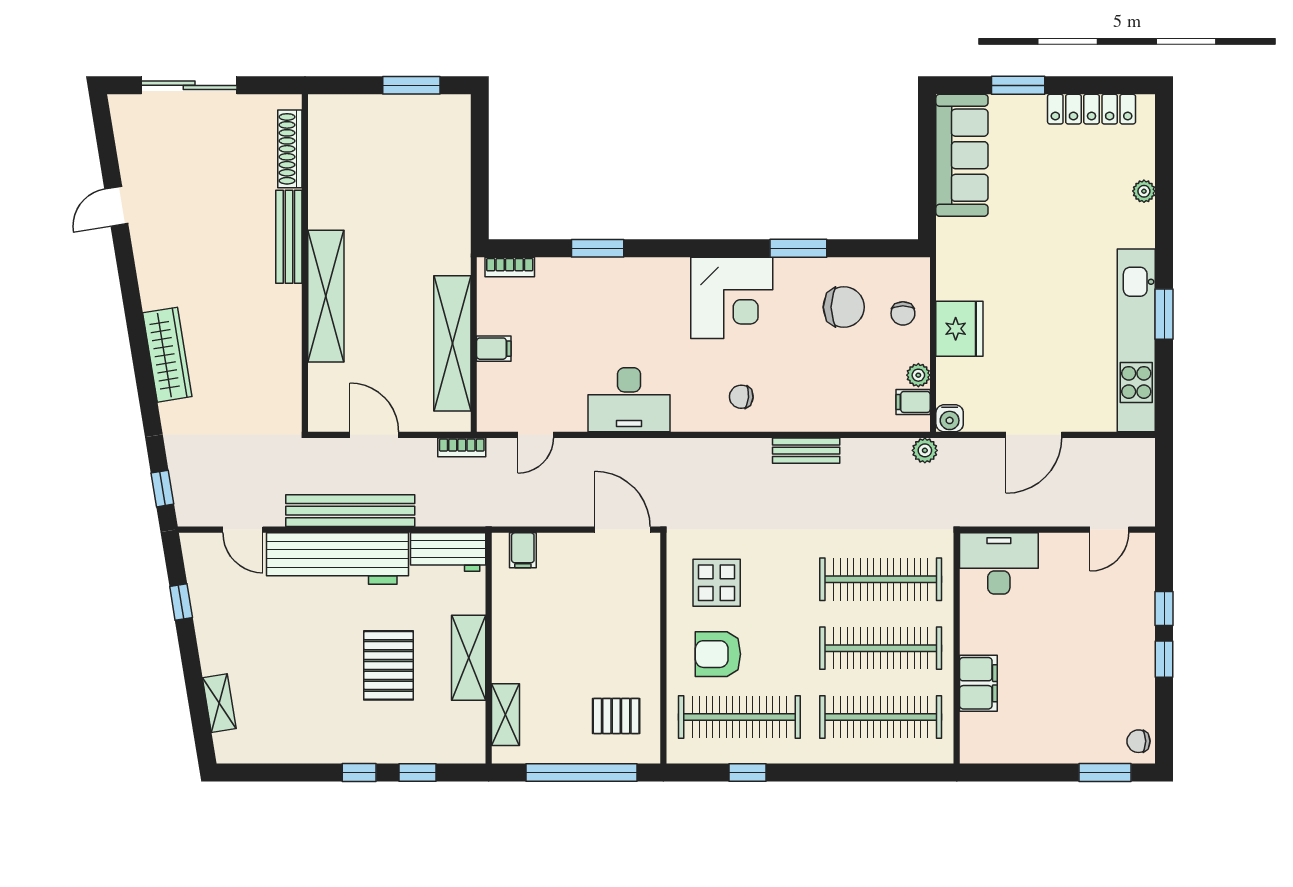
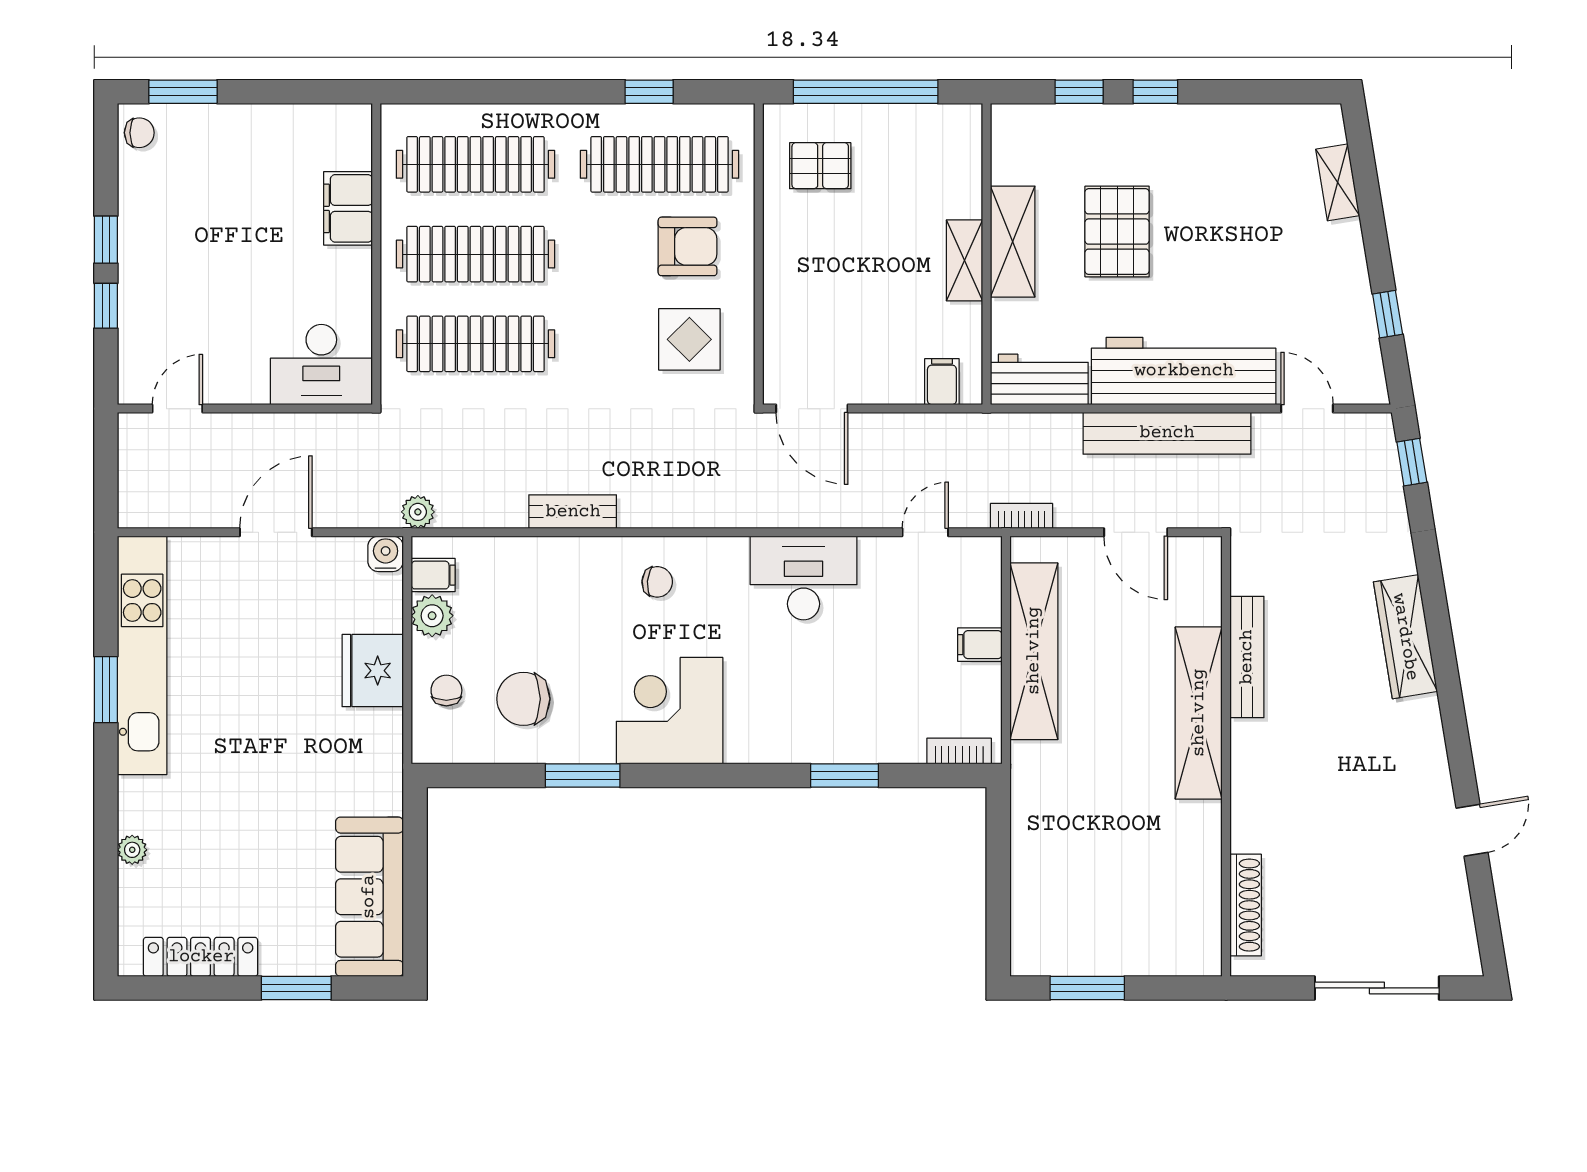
bench: (289, 237) -> (1247, 657), moved
plant: (918, 375) -> (432, 616), width x1.38, depth x1.38
shelving: (506, 715) -> (965, 260), moved

